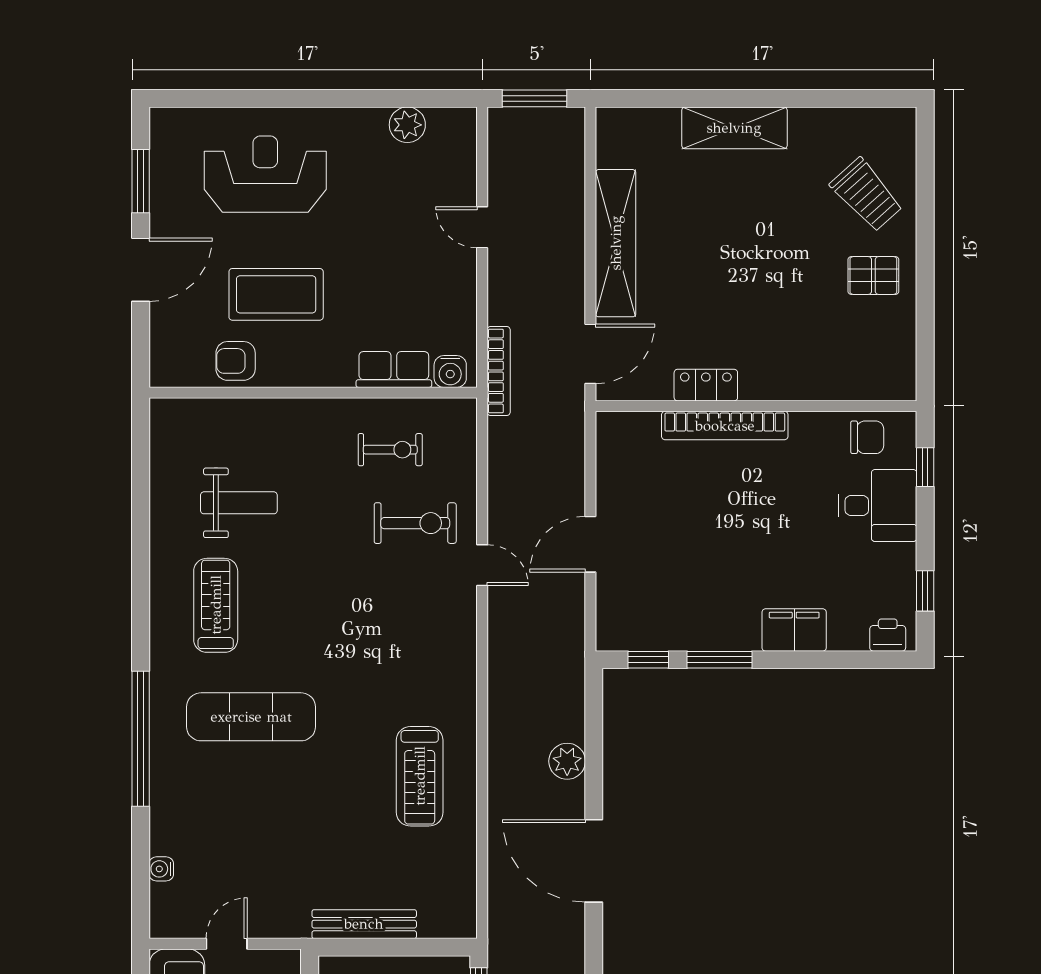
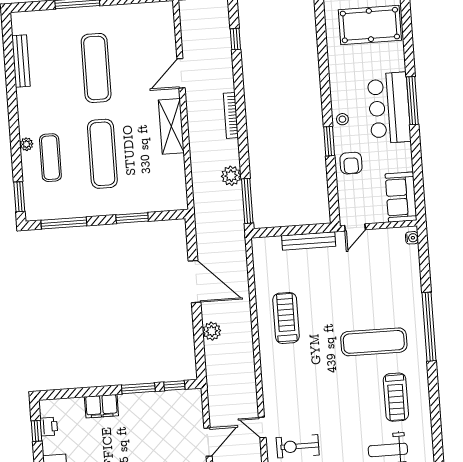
printer: (888, 635) -> (49, 427), moved, turned -90
water cooler: (161, 869) -> (412, 238), moved
door: (227, 944) -> (355, 228), moved

